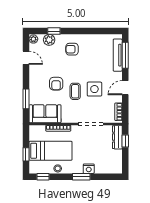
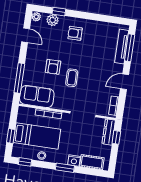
side table: (94, 89) -> (92, 78), removed
window: (26, 99) -> (19, 78), width x1.44
cot: (106, 168) -> (92, 162), added

